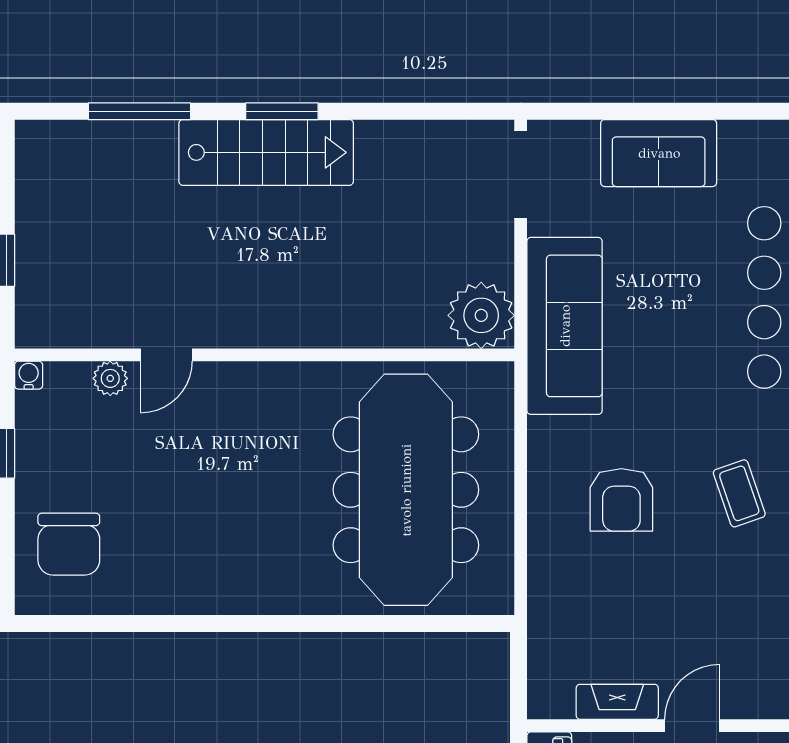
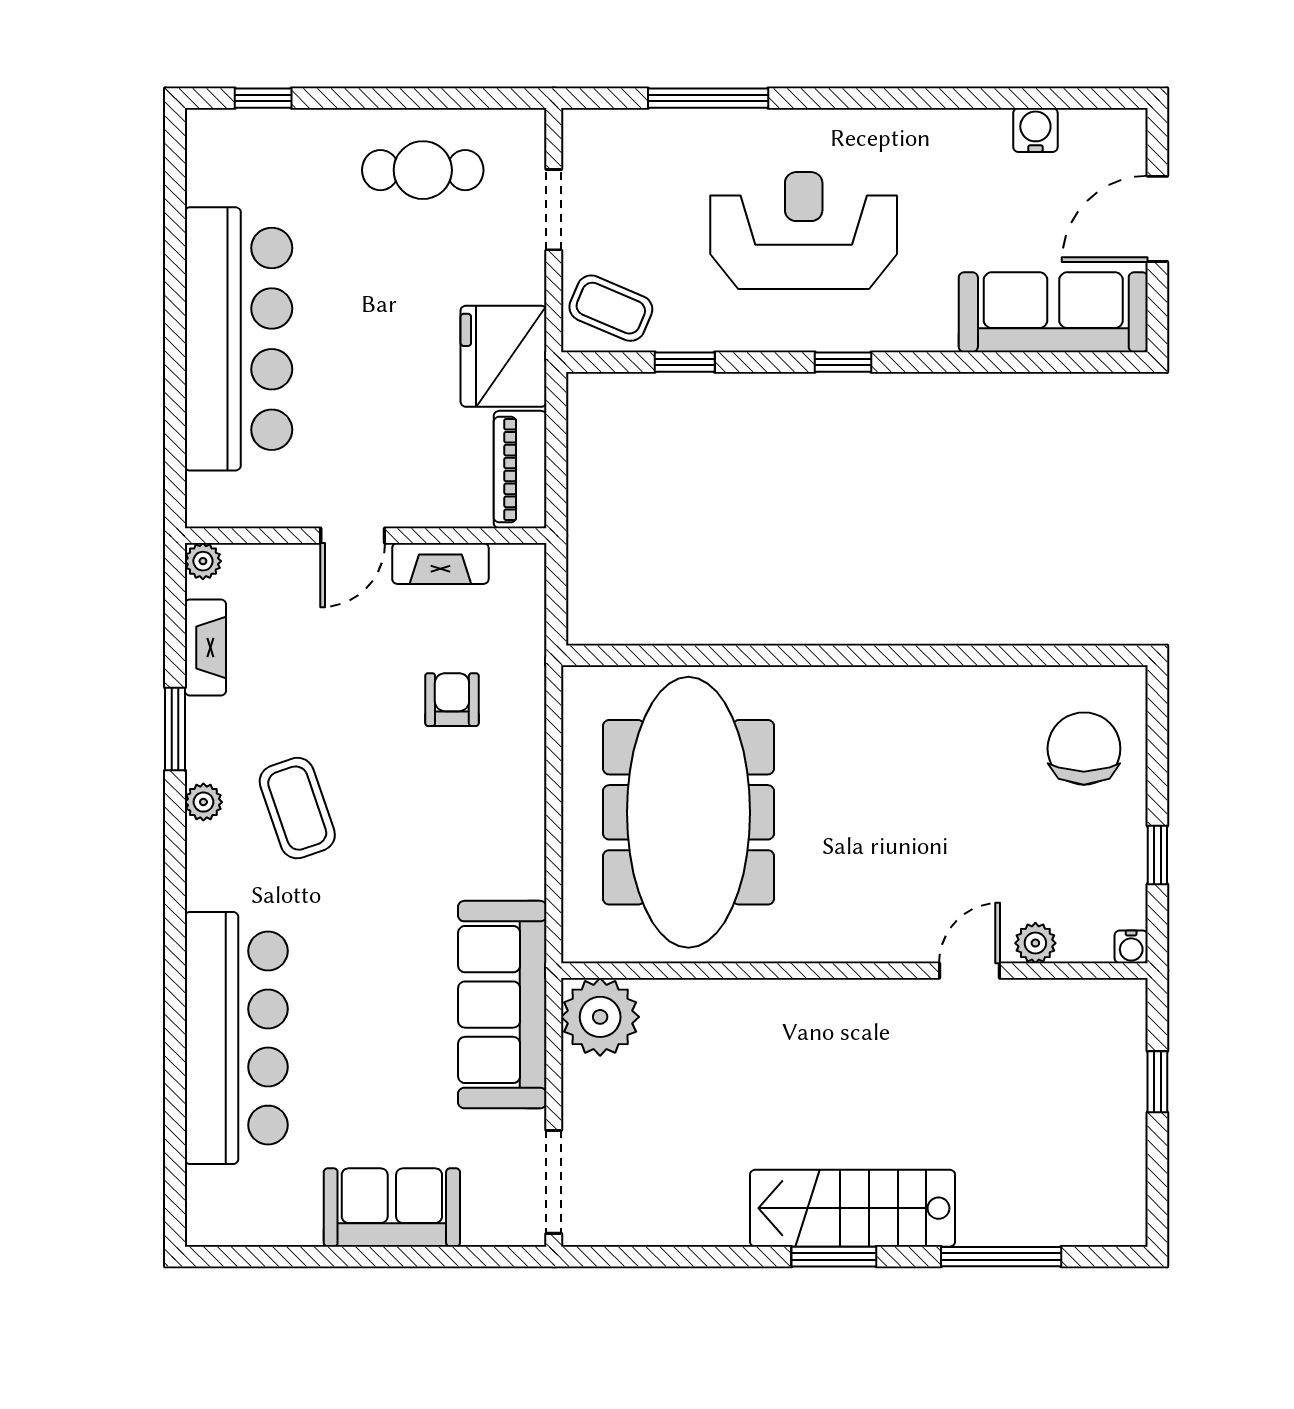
coffee table: (739, 493) -> (297, 808), width x1.36, depth x1.30
armchair: (621, 500) -> (452, 700), moved, width x0.72, depth x0.72

